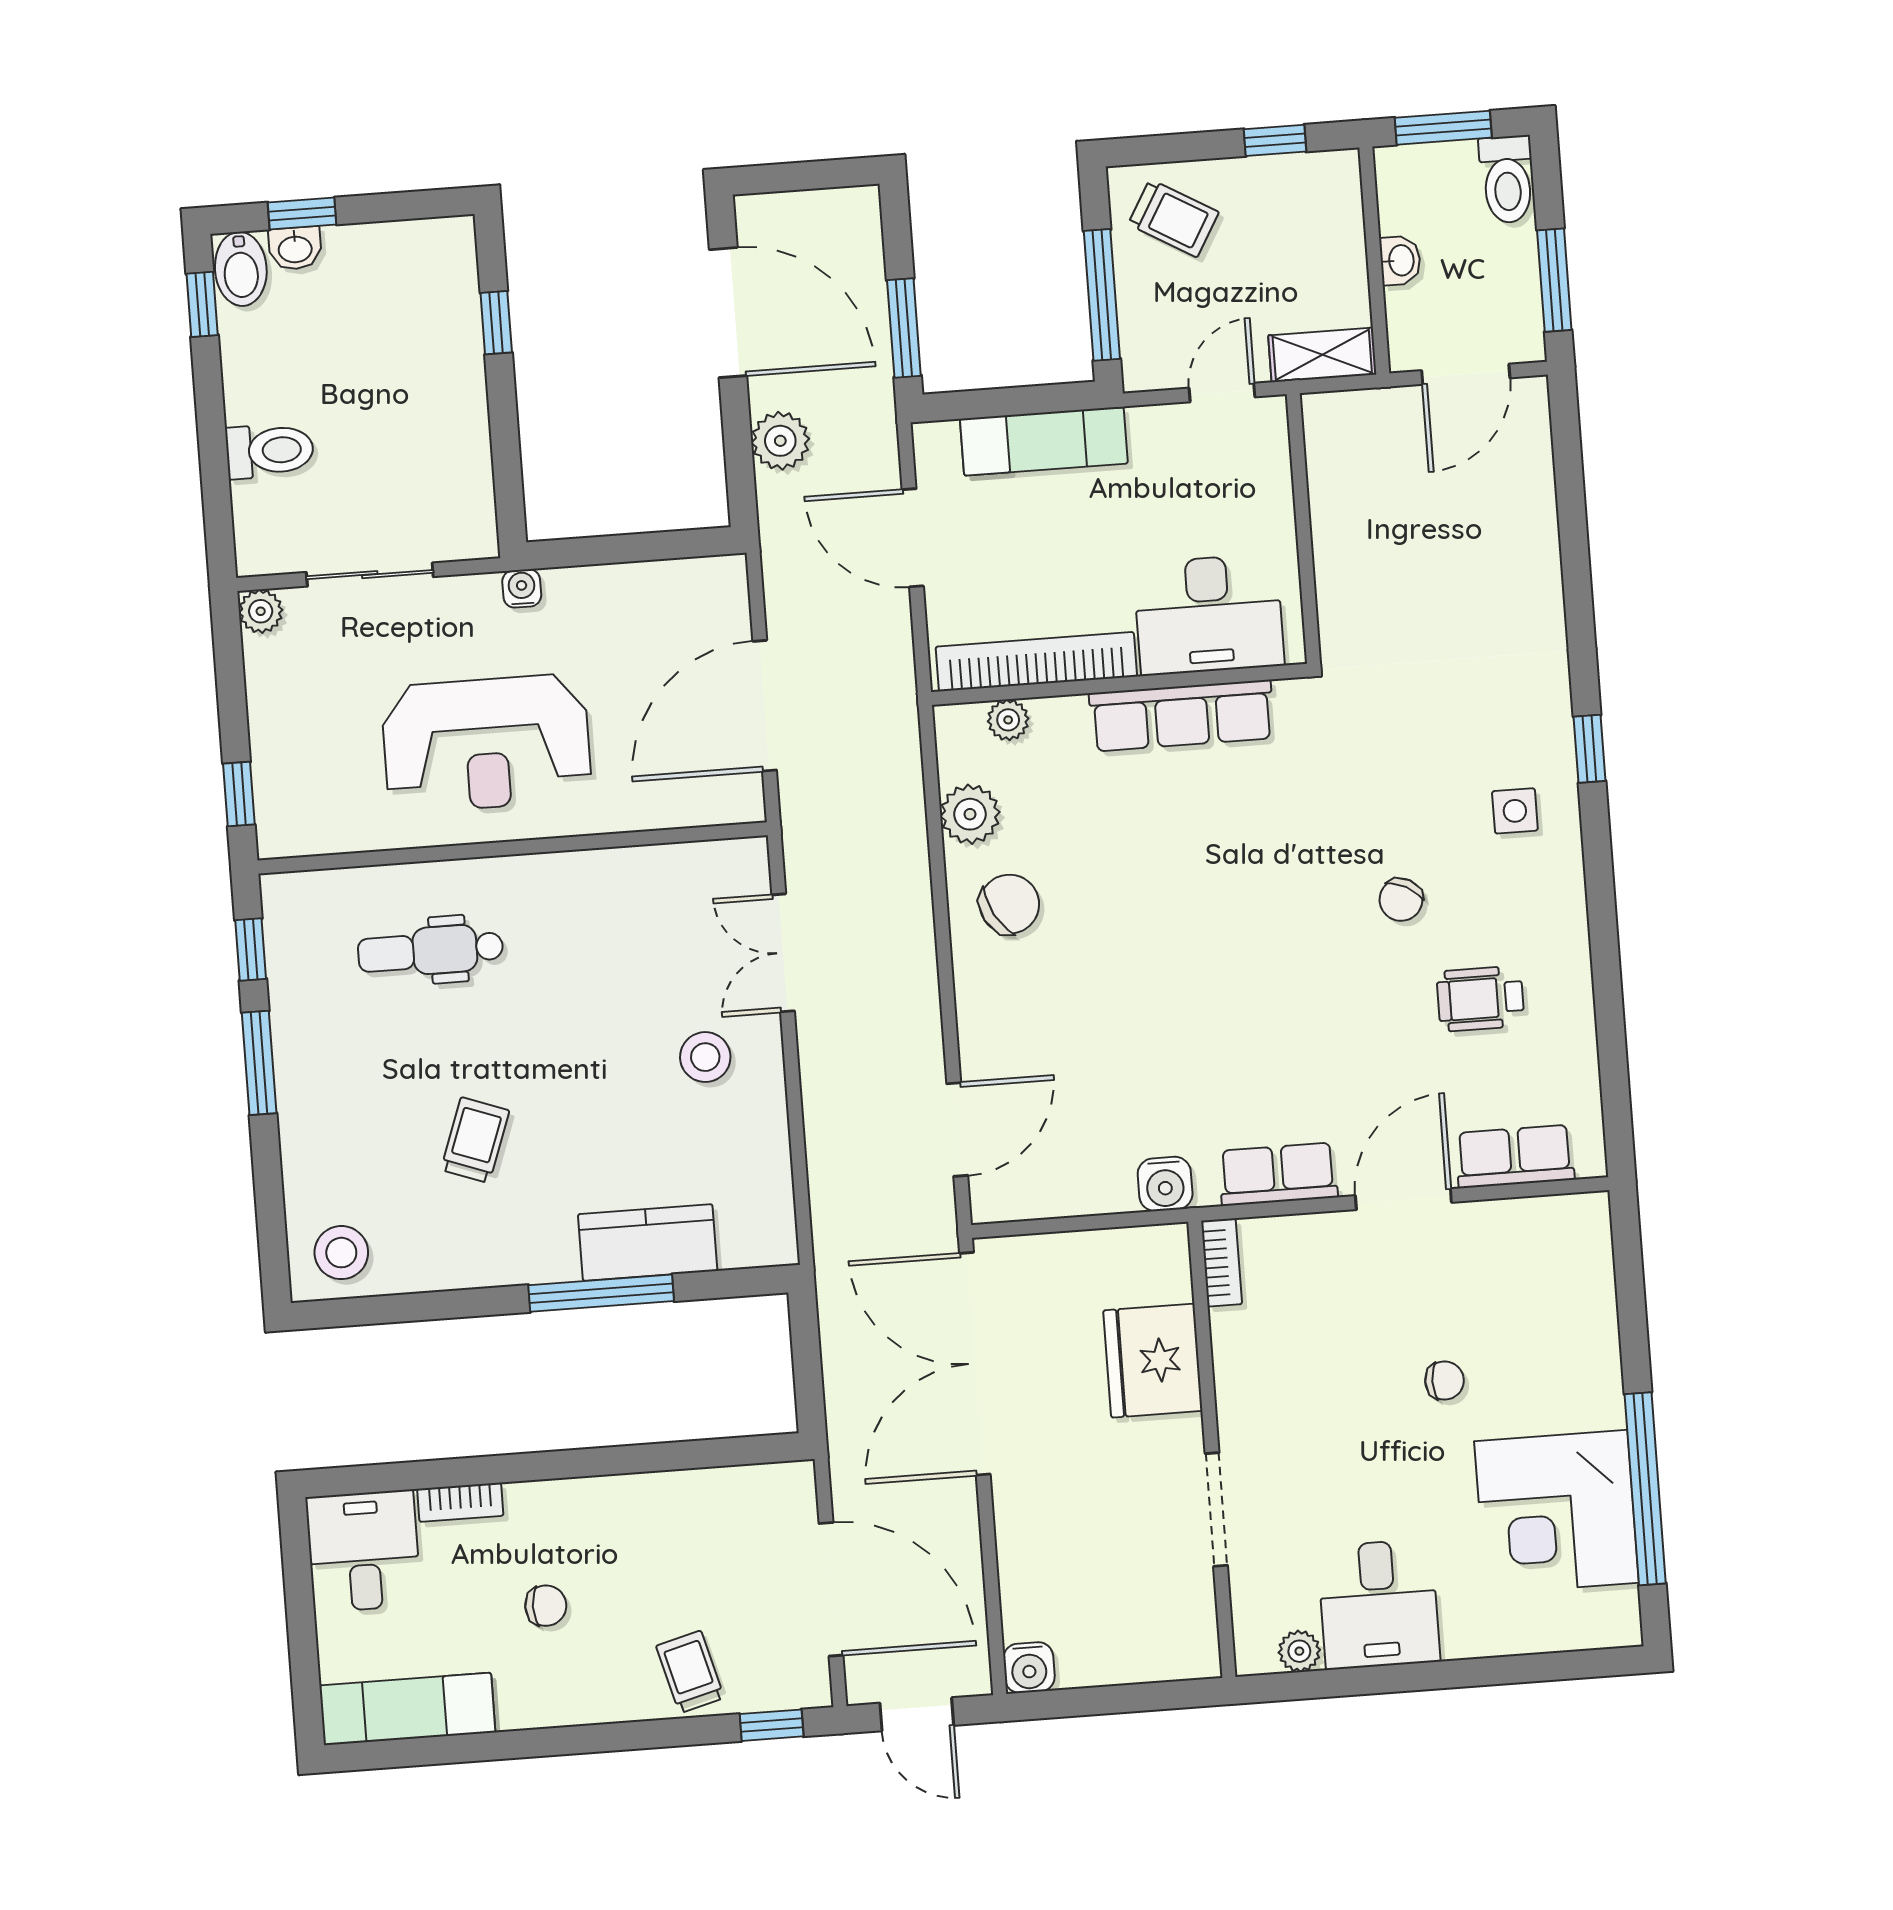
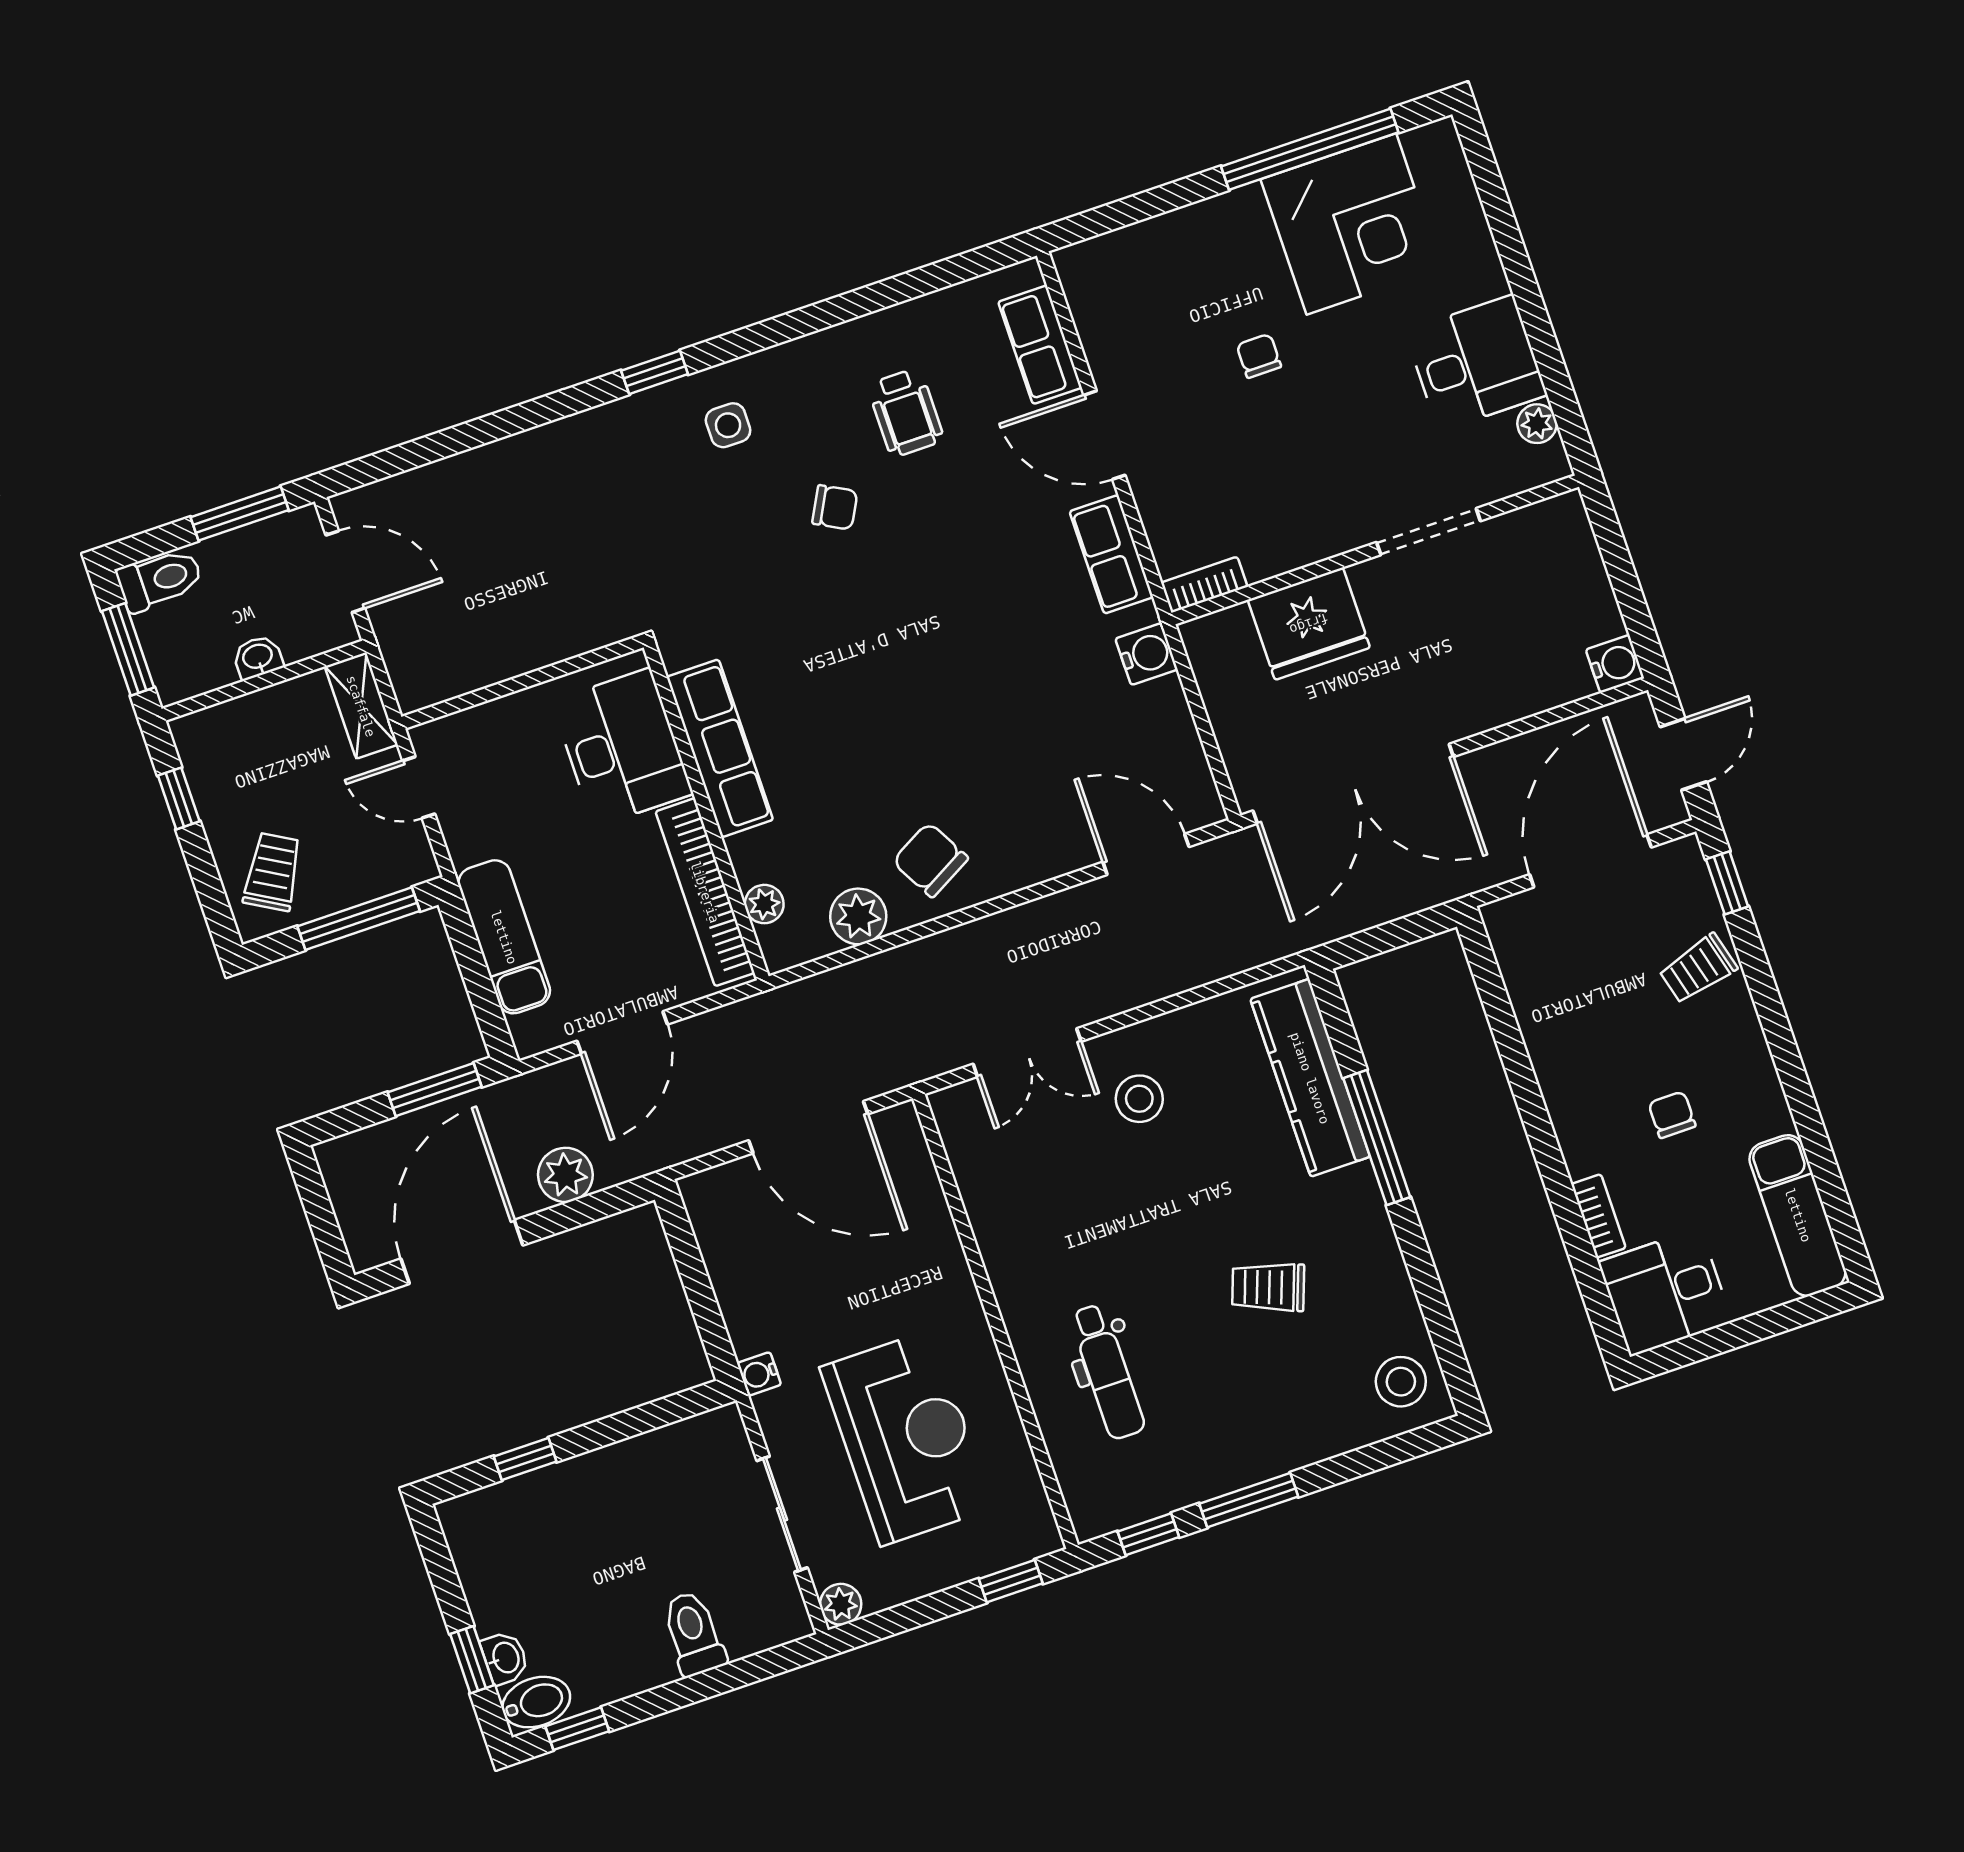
reception desk: (486, 743) -> (906, 1438), moved
kitchen counter: (648, 1242) -> (1310, 1078), width x1.50

